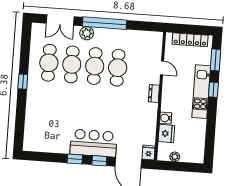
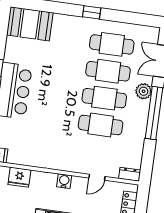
dresser: (154, 93) -> (130, 174), moved
water cooler: (166, 118) -> (64, 181), moved
booth: (36, 133) -> (30, 24), added

